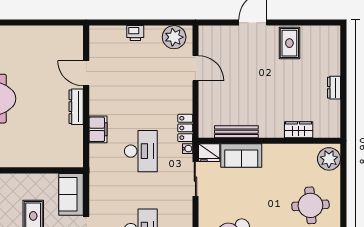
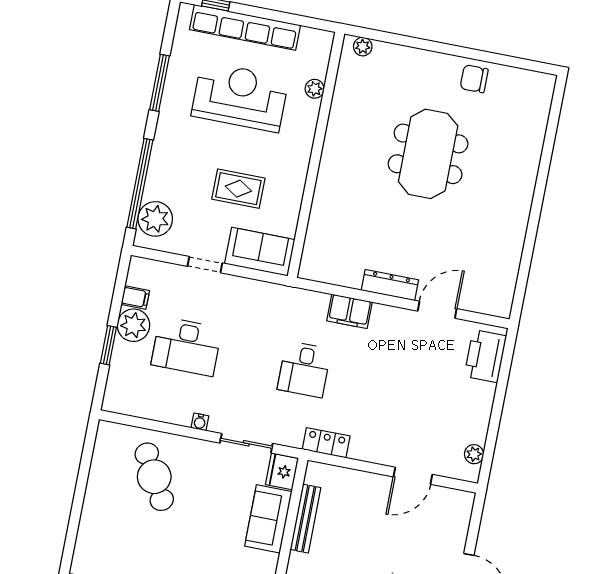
printer: (135, 33) -> (485, 356), moved, width x1.87, depth x1.48
plant: (174, 37) -> (474, 454), width x0.53, depth x0.53
water cooler: (188, 149) -> (200, 422), moved
desk: (141, 151) -> (304, 369), width x0.73

